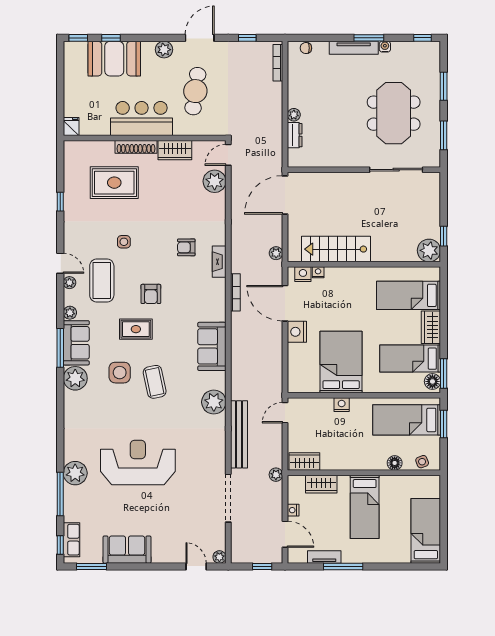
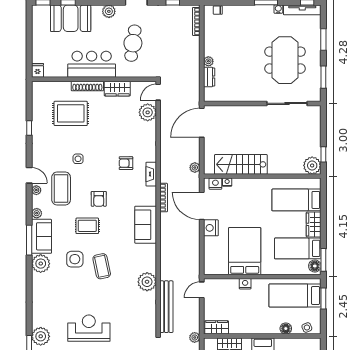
tv unit: (354, 48) -> (302, 10), moved
sofa: (212, 346) -> (146, 225), moved
reception desk: (138, 462) -> (89, 328), width x0.74, depth x0.77

